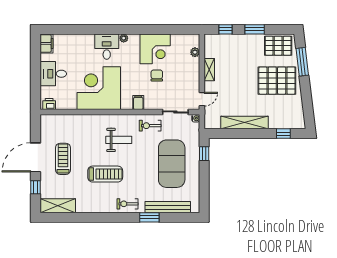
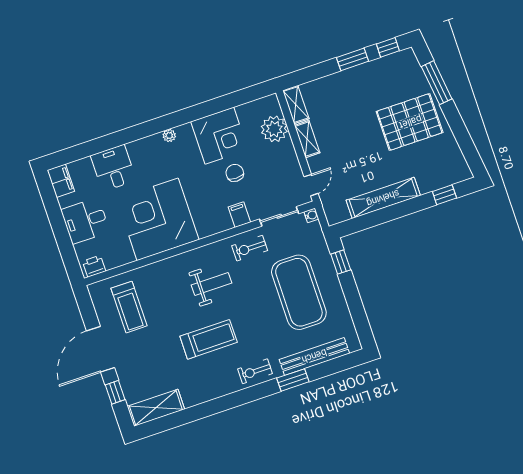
window: (225, 29) -> (388, 47), moved
shelving: (209, 46) -> (296, 105), added
pallet: (278, 46) -> (394, 71), removed
desk: (107, 47) -> (113, 168), moved
plant: (195, 52) -> (274, 129), width x1.87, depth x1.87
filing cabinet: (138, 103) -> (239, 215), moved
treadmill: (63, 159) -> (129, 307), moved, turned 180

